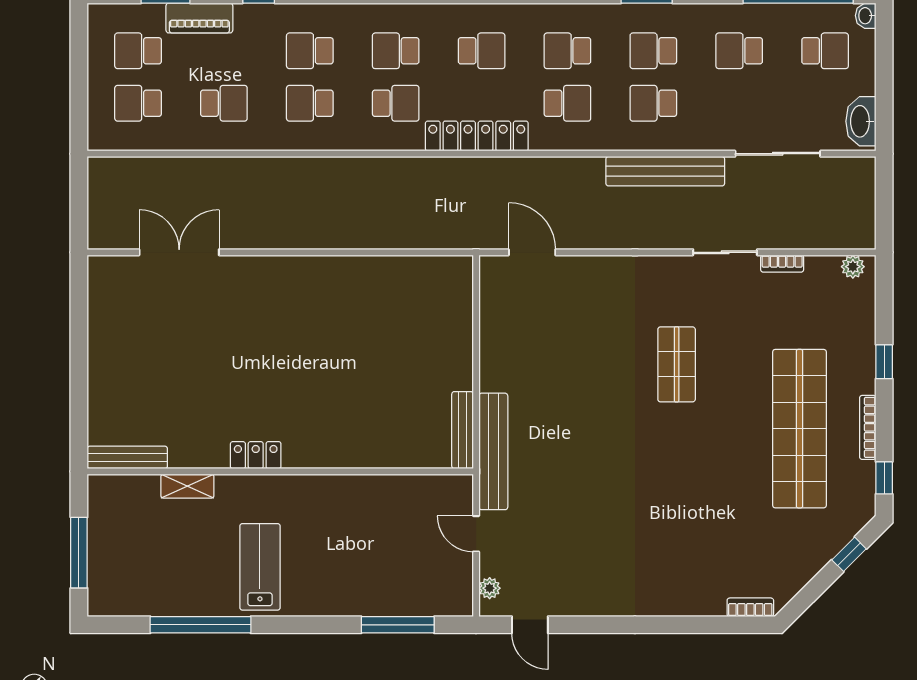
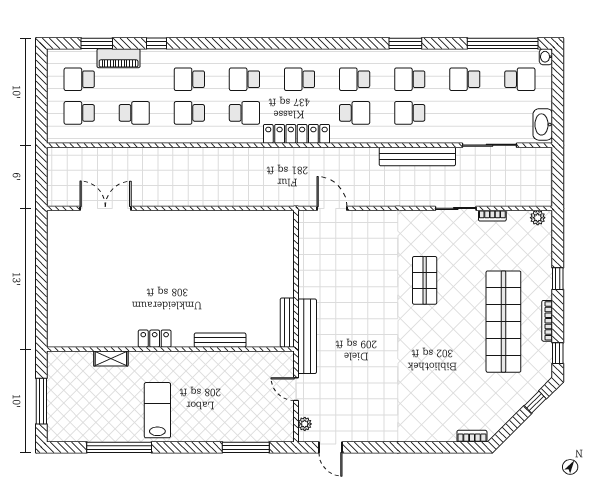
school desk: (482, 51) -> (300, 79), turned 180
bench: (127, 457) -> (220, 340), moved

